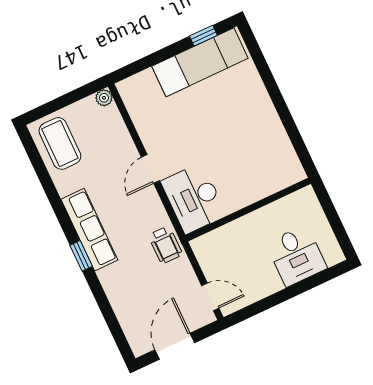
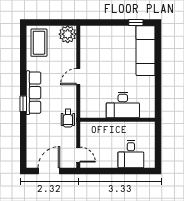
exam couch: (200, 62) -> (146, 51), moved, turned 90
plant: (104, 98) -> (68, 34), width x1.88, depth x1.88
desk: (194, 198) -> (123, 105), moved, turned -90

